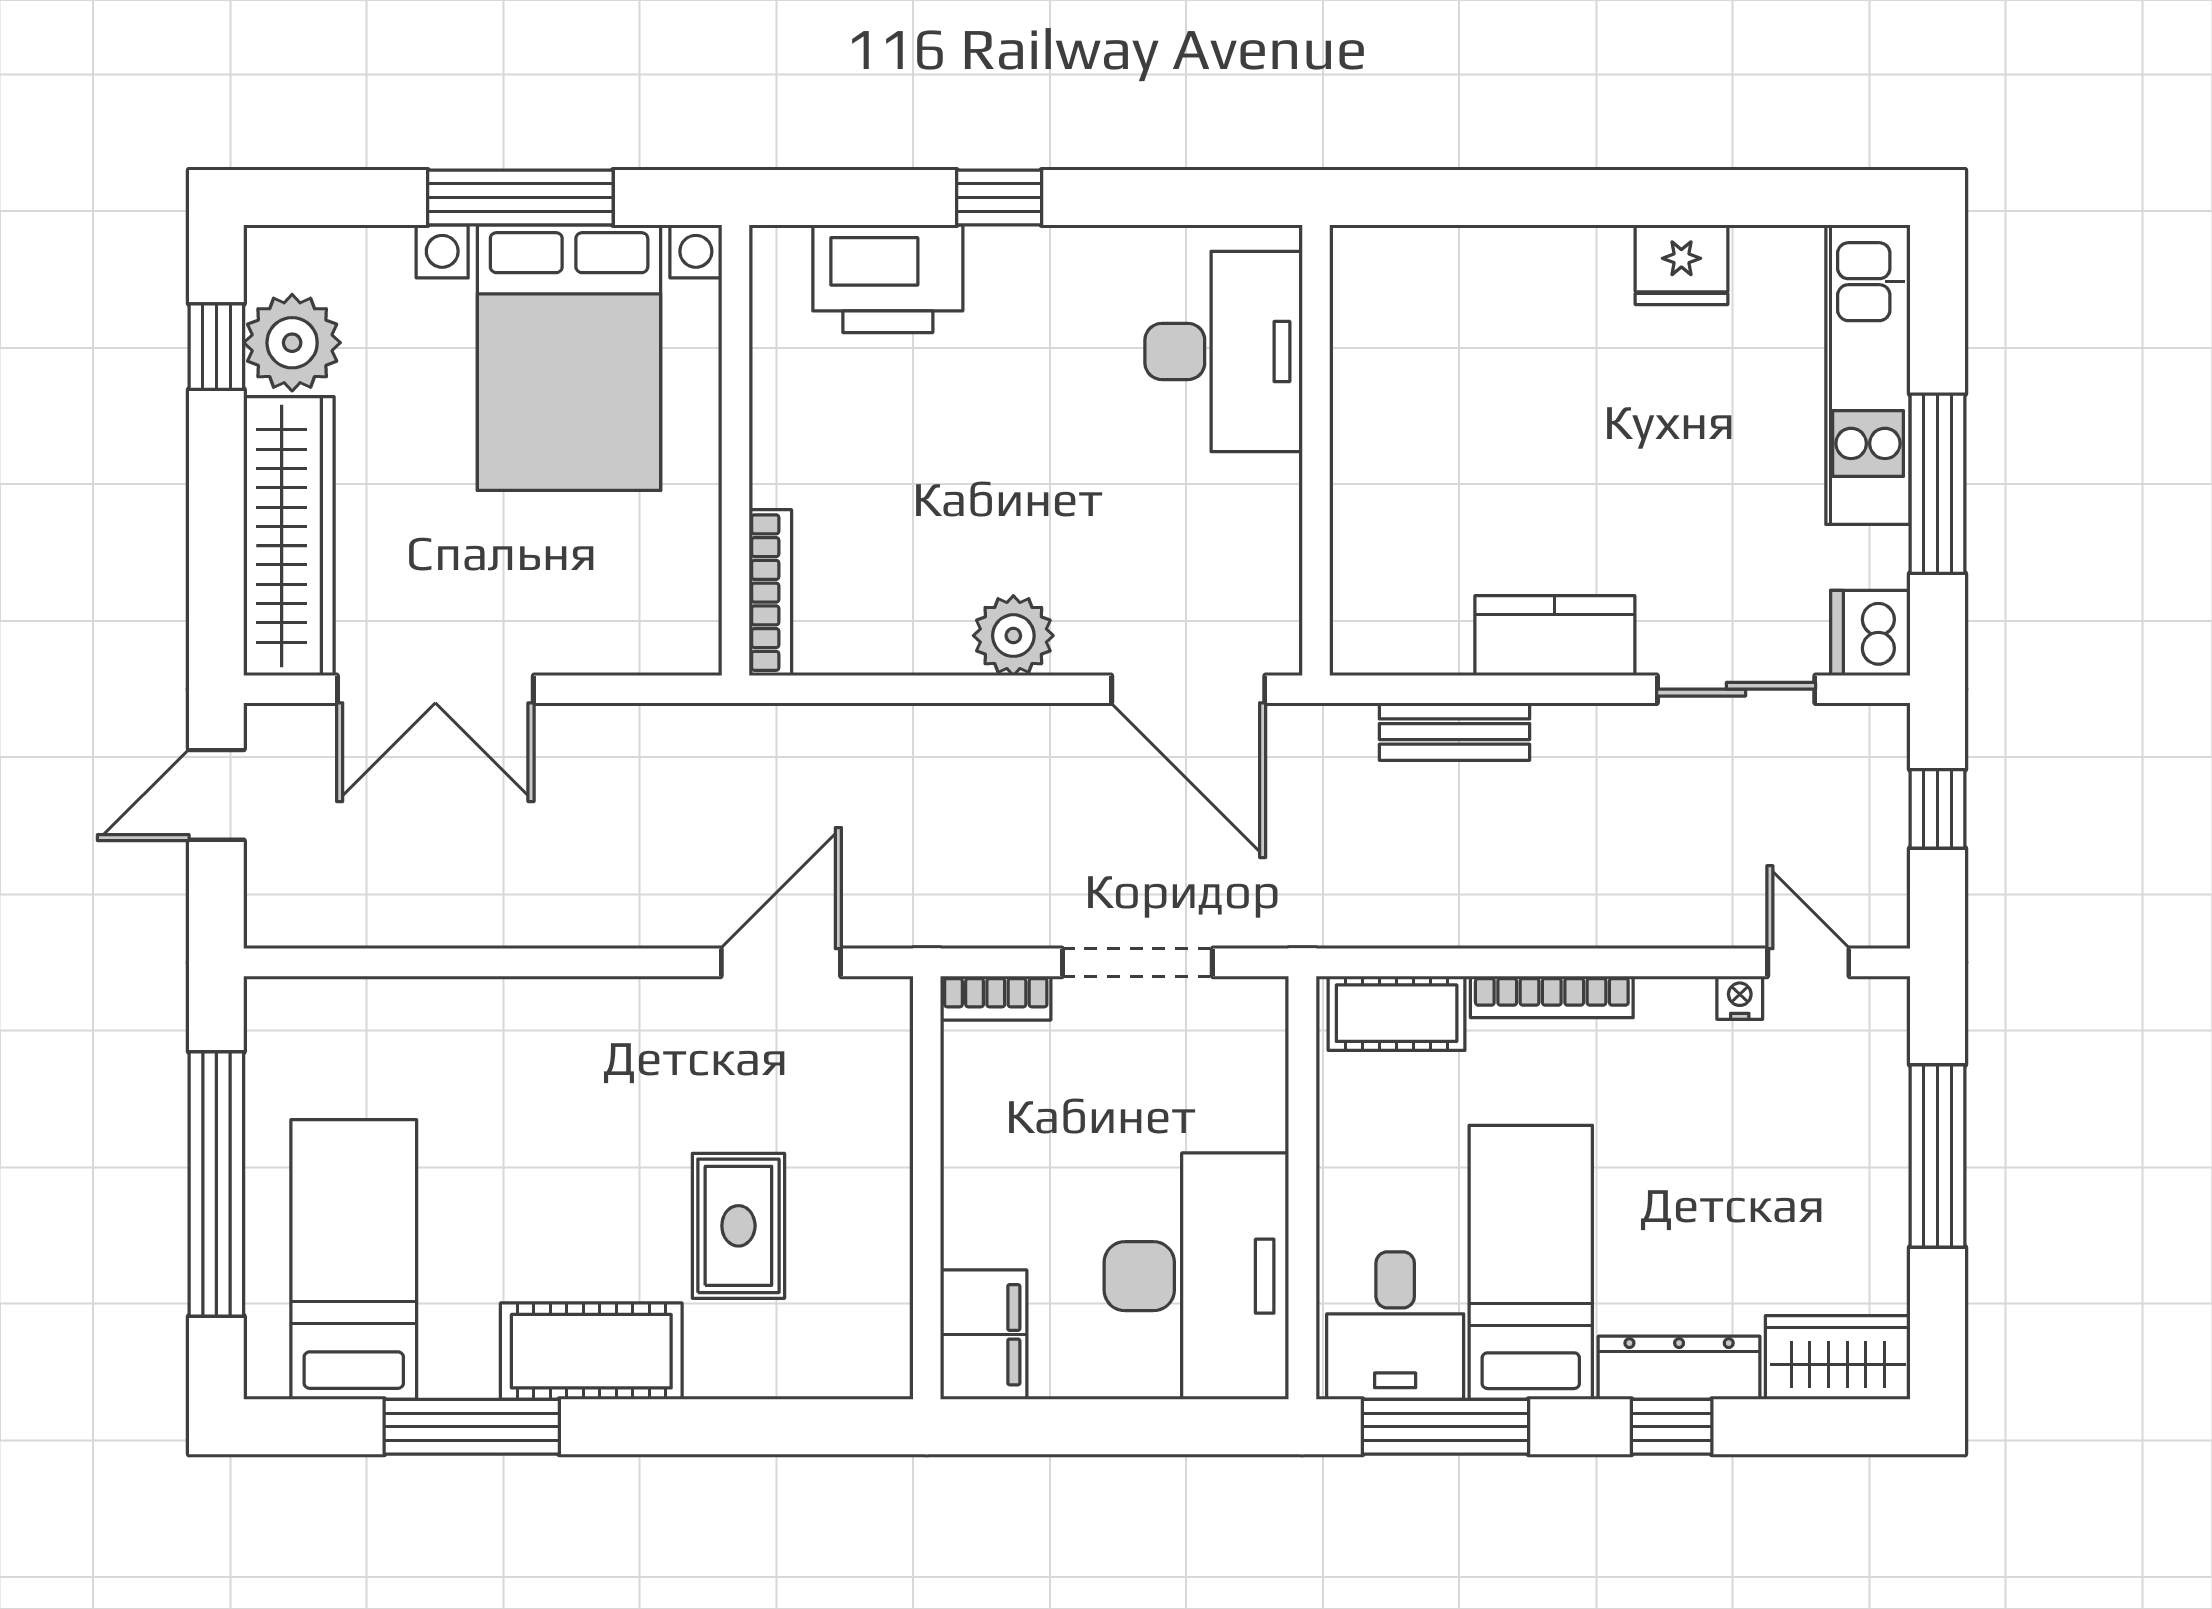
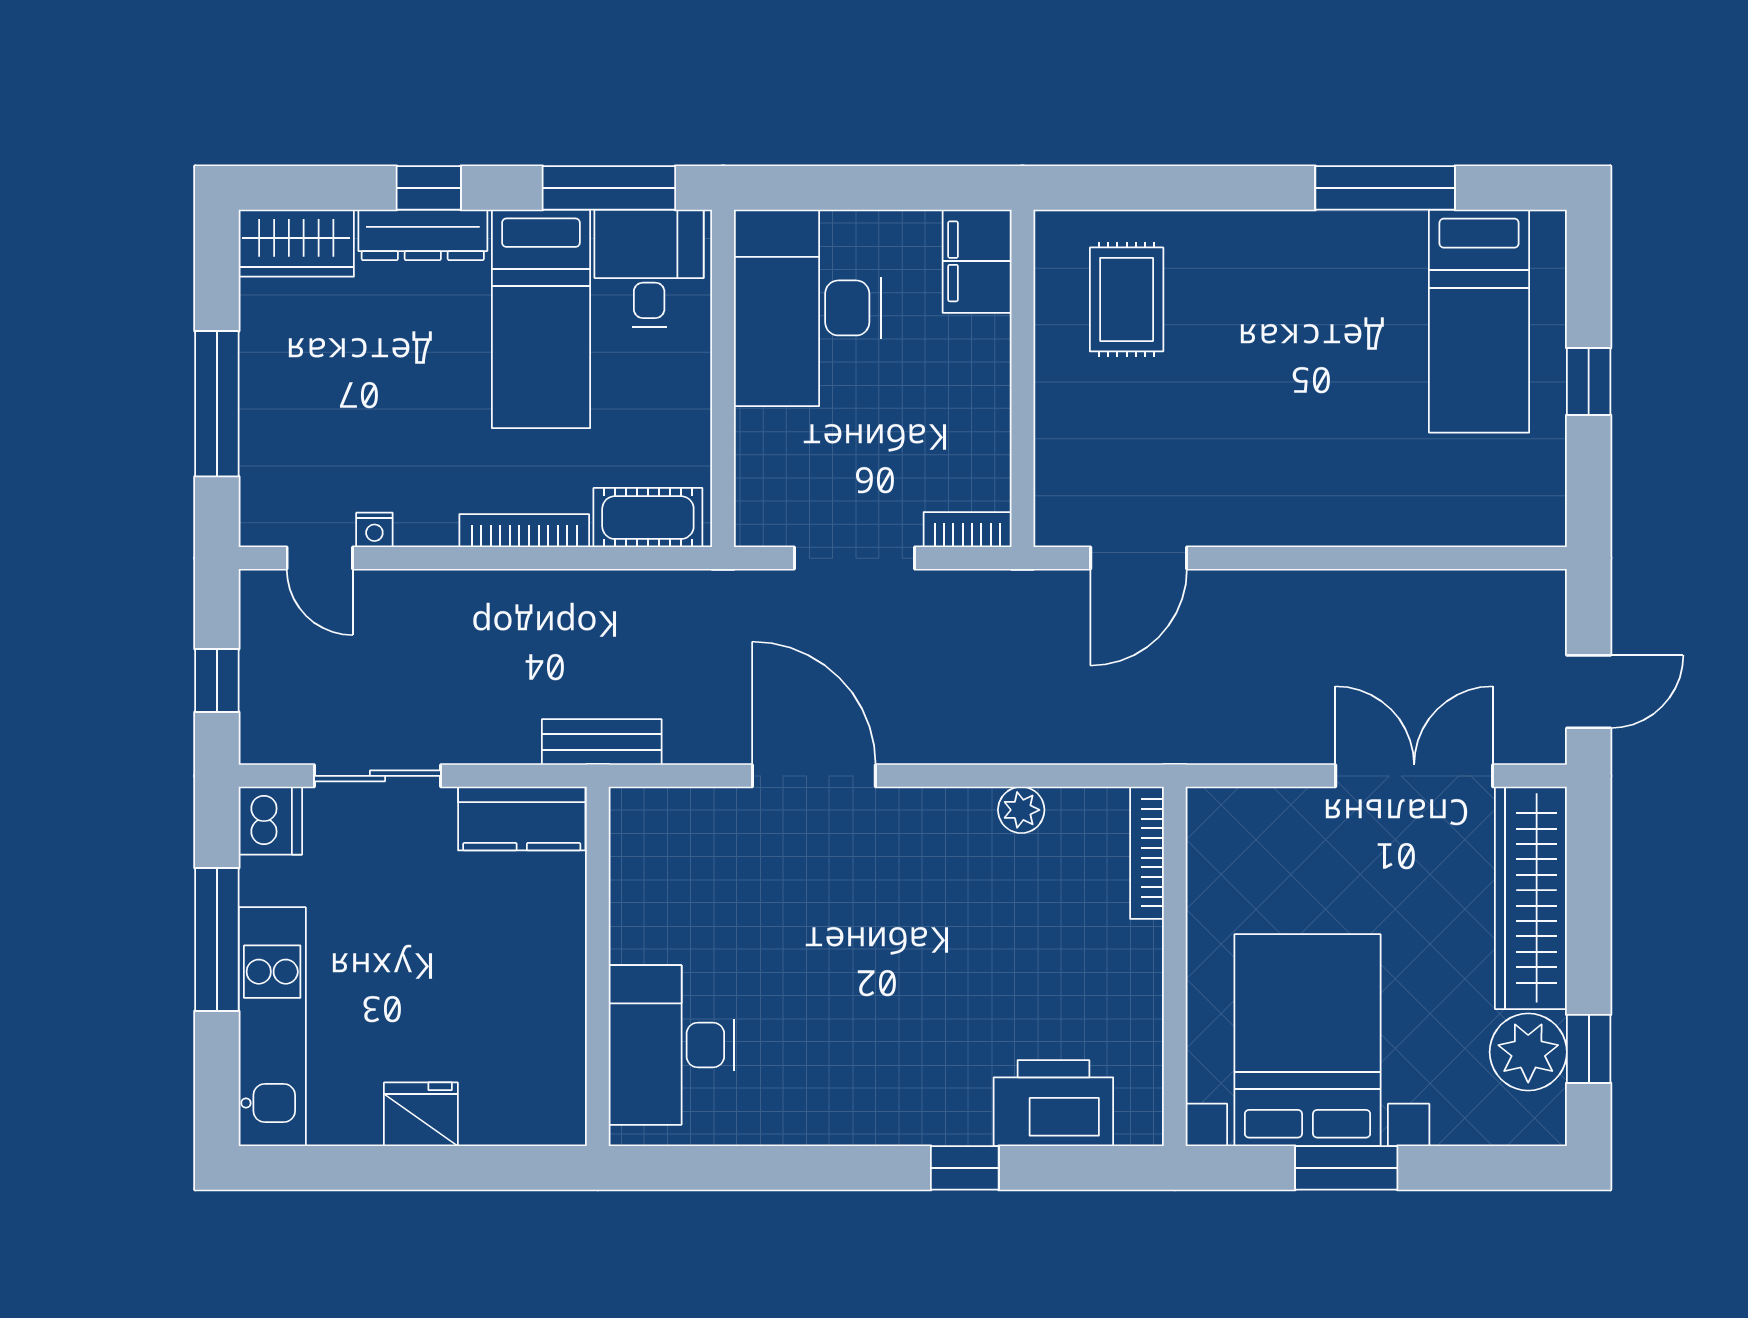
window: (520, 197) -> (1346, 1168), width x0.69
desk: (1224, 351) -> (671, 1045), moved
wall: (1316, 450) -> (598, 966), moved
plant: (1013, 636) -> (1021, 810), moved, width x0.73, depth x0.73
window: (216, 1184) -> (1589, 381), width x0.32
rug: (738, 1226) -> (1127, 299), moved
cot: (591, 1351) -> (1290, 248), removed

